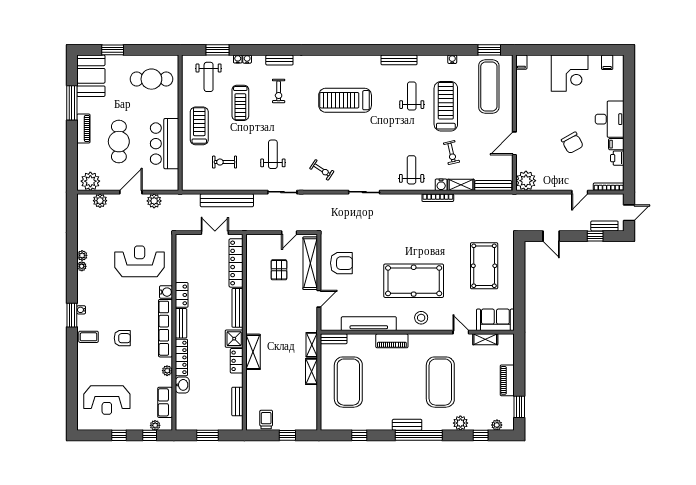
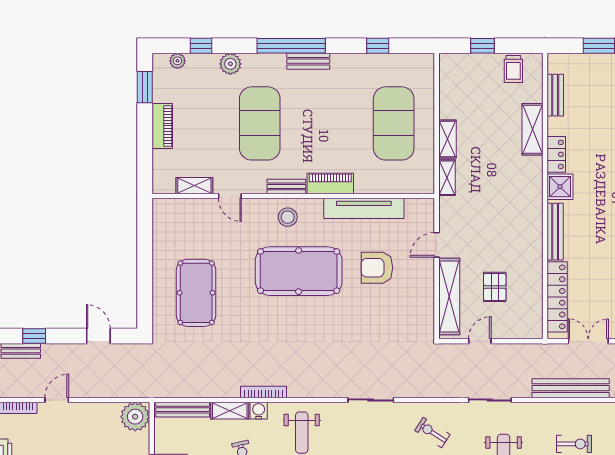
double door: (215, 233) -> (588, 341), swing flipped
armchair: (341, 263) -> (377, 268), moved
sofa: (495, 320) -> (180, 214), removed
bench: (334, 339) -> (286, 186), moved
shelving: (253, 352) -> (532, 129), moved

